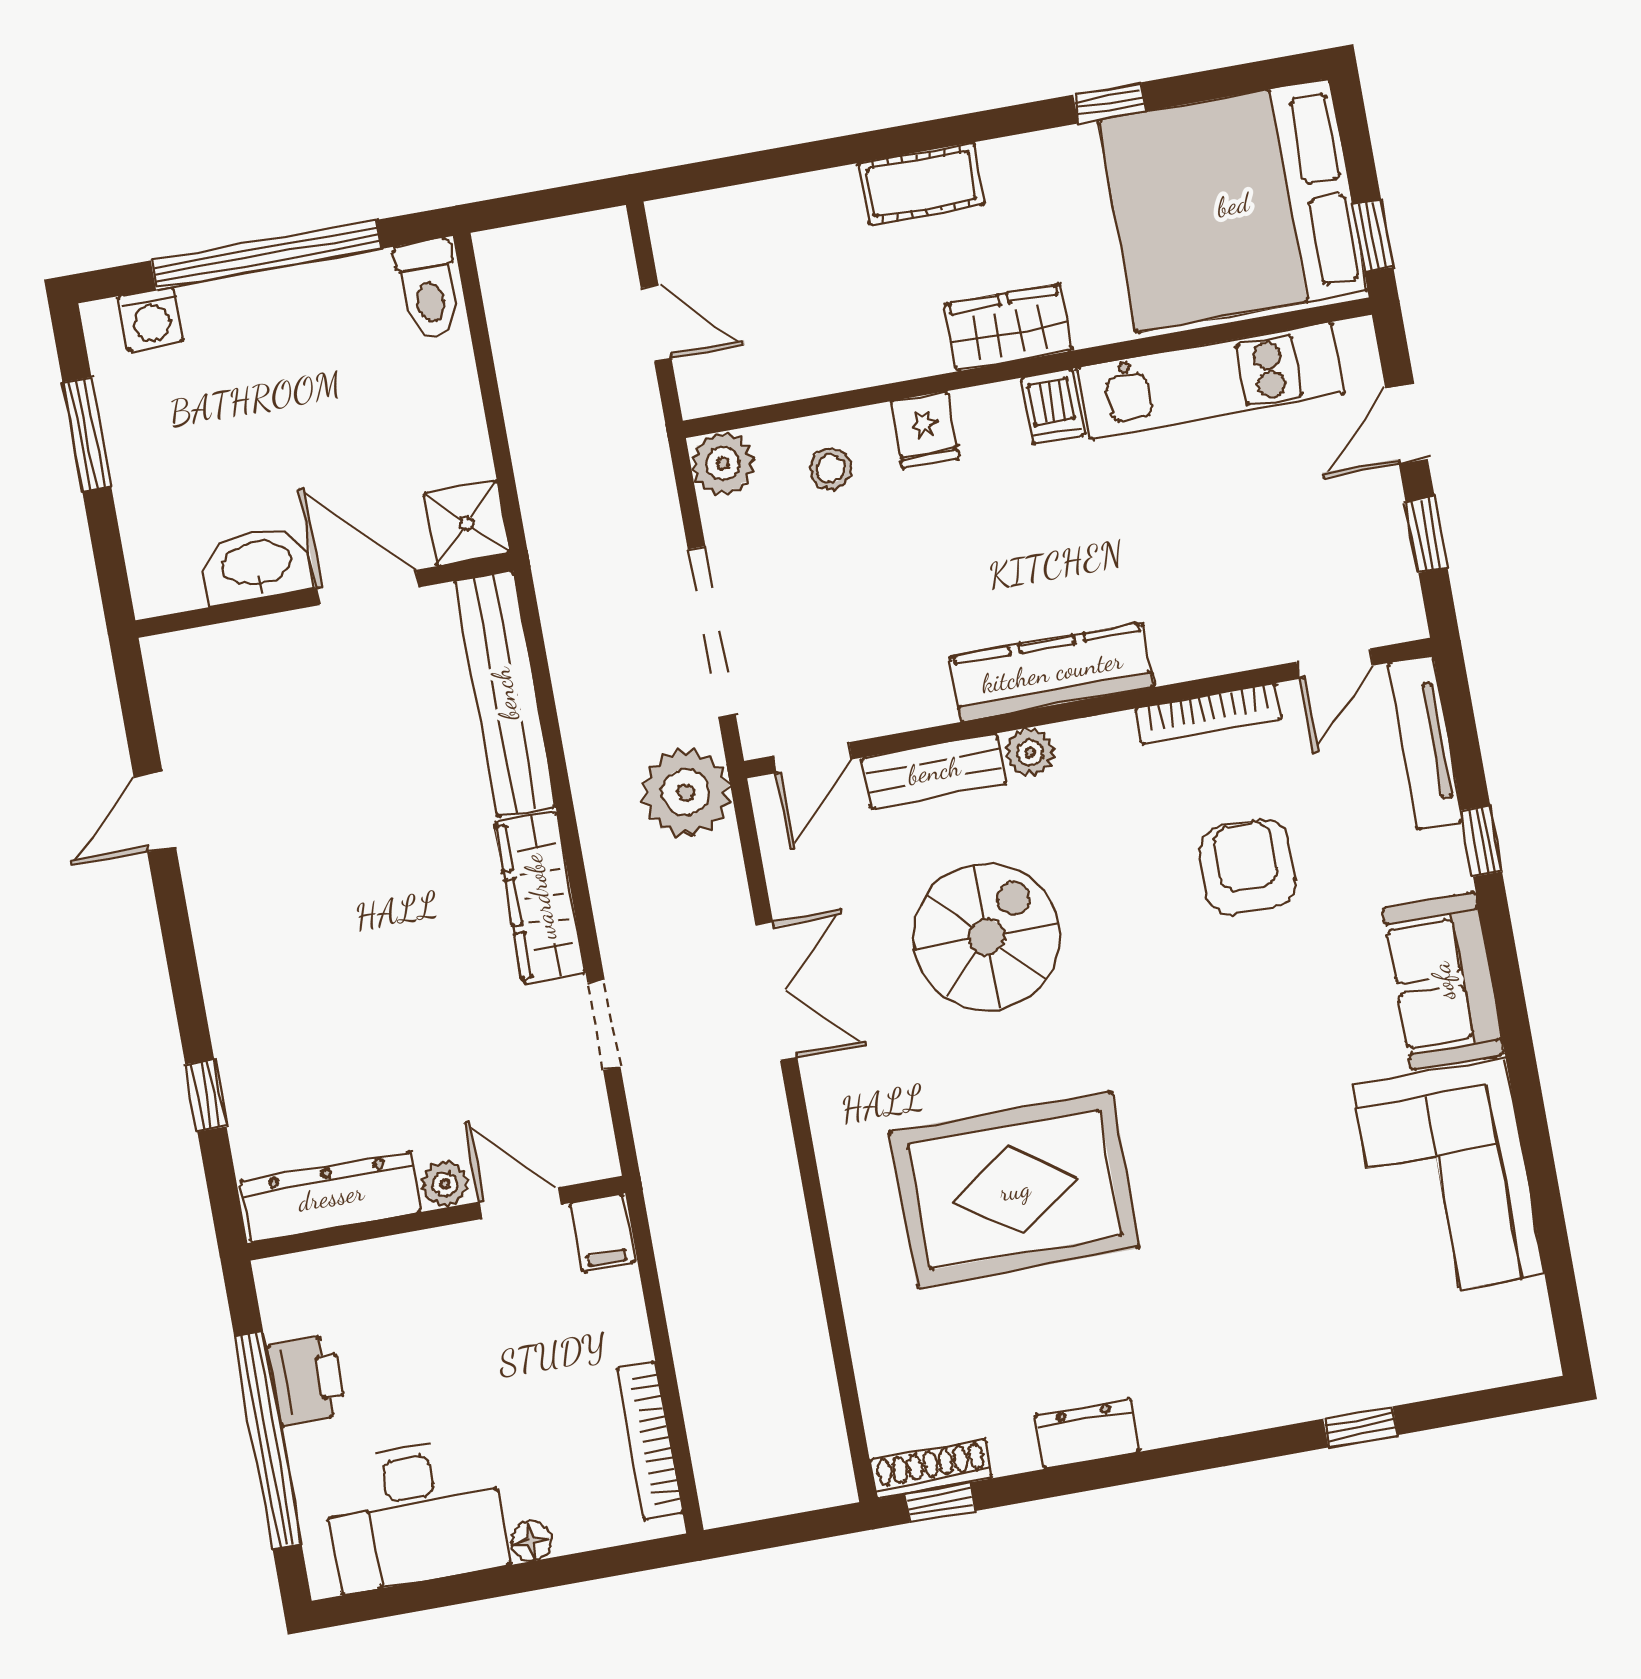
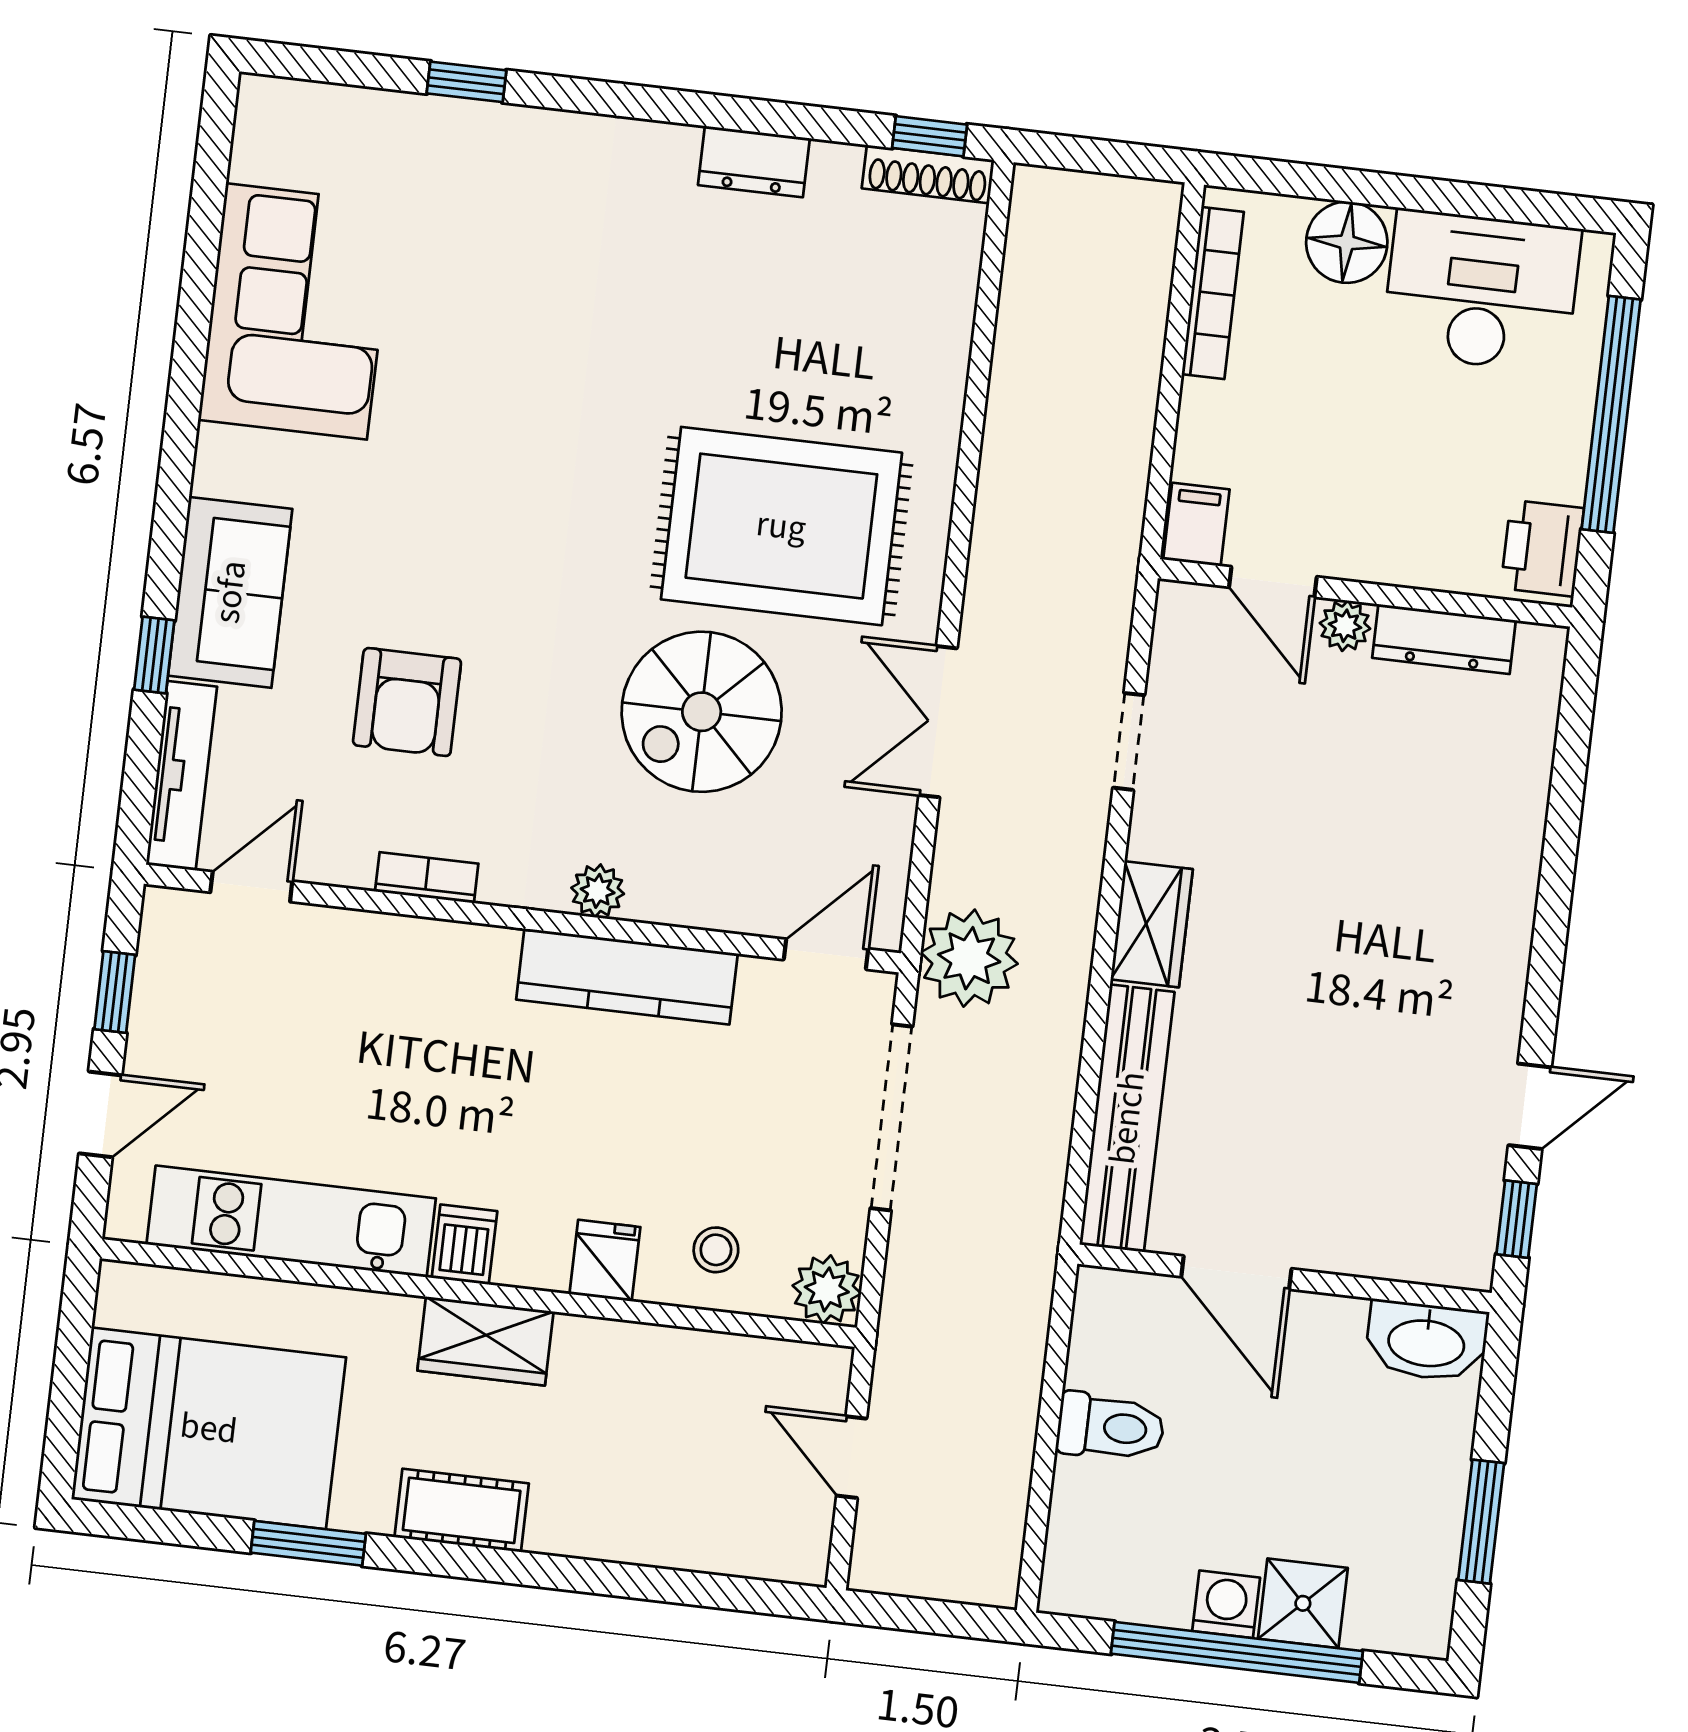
window: (1110, 103) -> (308, 1543), width x1.50
cot: (921, 184) -> (462, 1510), moved
bed: (1233, 205) -> (209, 1428), width x0.73
window: (1373, 236) -> (76, 1321), removed
toilet: (428, 289) -> (1111, 1427), moved, turned 90
washing machine: (151, 319) -> (1226, 1604), moved
shower: (467, 523) -> (1303, 1603), moved
washbasin: (257, 565) -> (1426, 1341), moved
kitchen counter: (1052, 672) -> (627, 976), moved
bookcase: (1209, 714) -> (427, 878), width x0.64
bench: (934, 771) -> (703, 901), removed
wardrobe: (540, 897) -> (1152, 924), width x0.67
sofa: (1443, 981) -> (230, 592), moved
window: (206, 1095) -> (1517, 1219), moved
rug: (1015, 1190) -> (781, 526), moved
dresser: (331, 1197) -> (1444, 639), width x0.73, depth x0.80
printer: (306, 1380) -> (1542, 548), moved
floor lamp: (531, 1541) -> (1347, 242), width x1.89, depth x1.89

